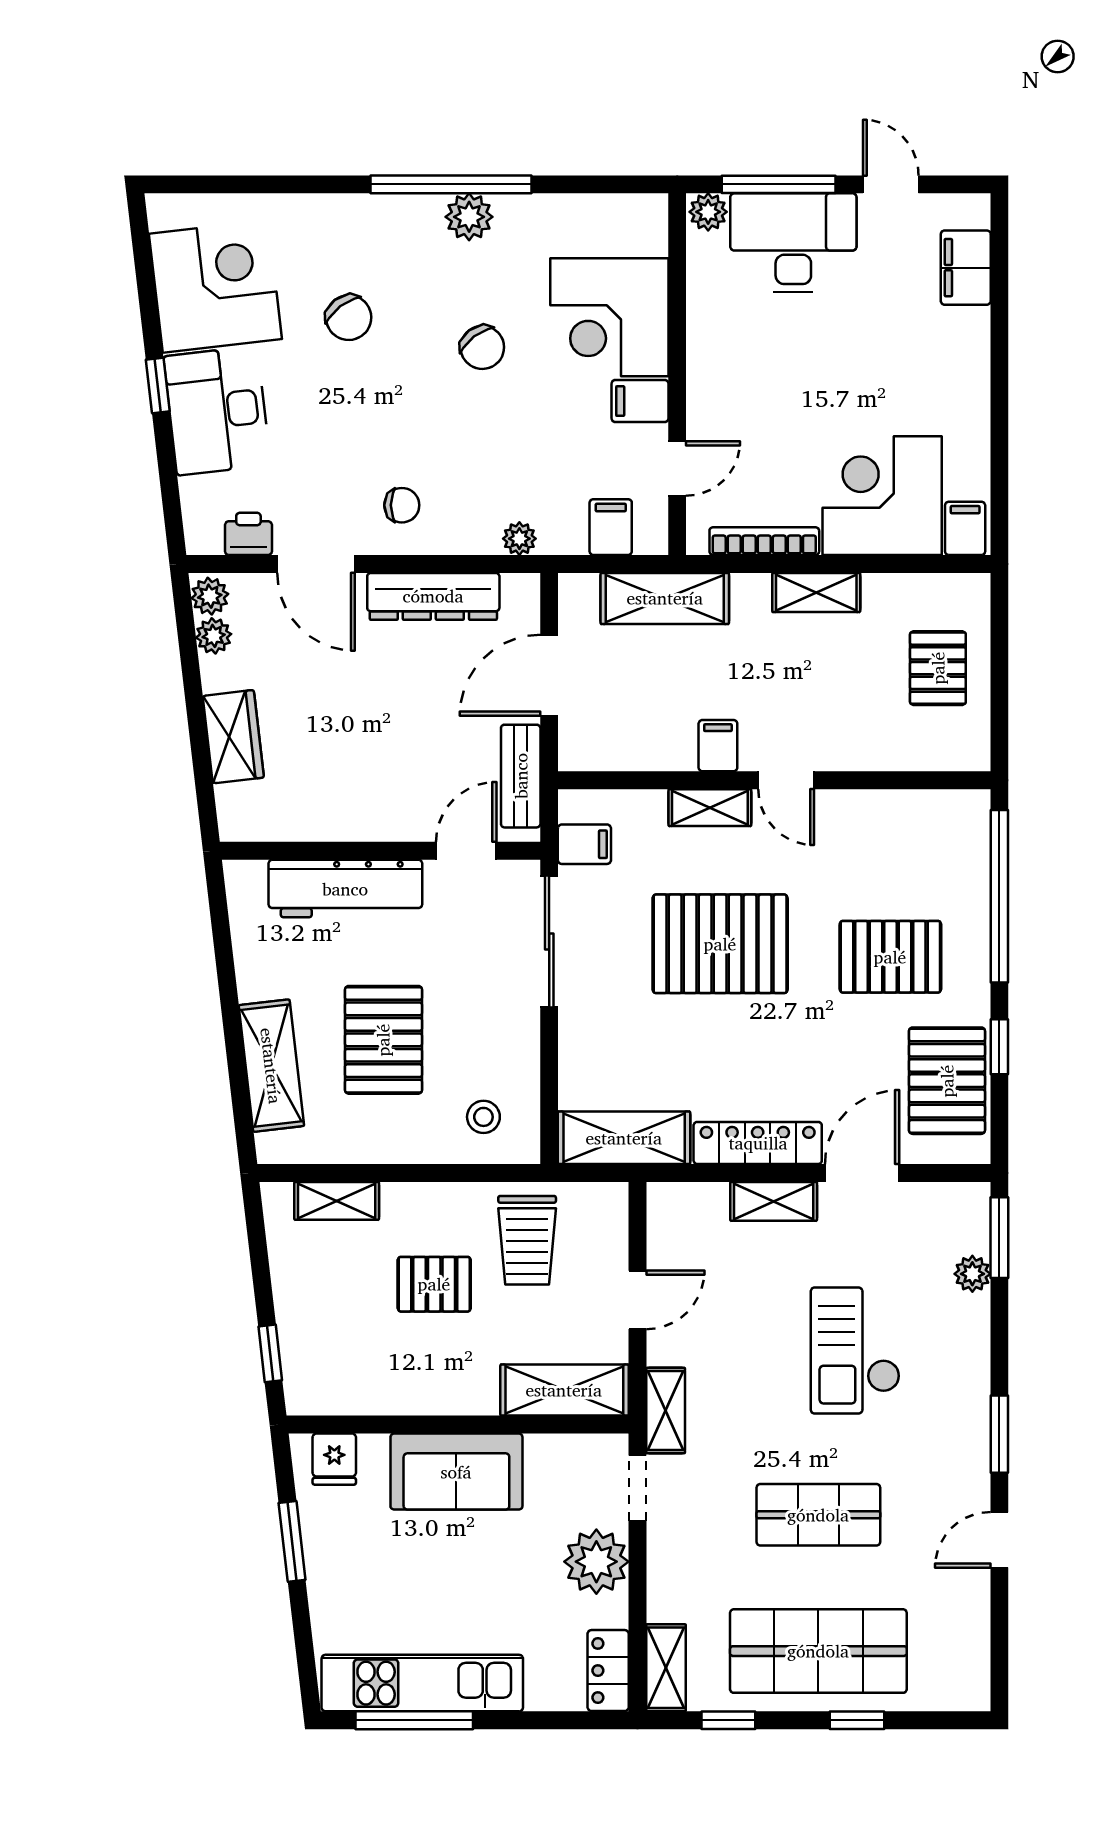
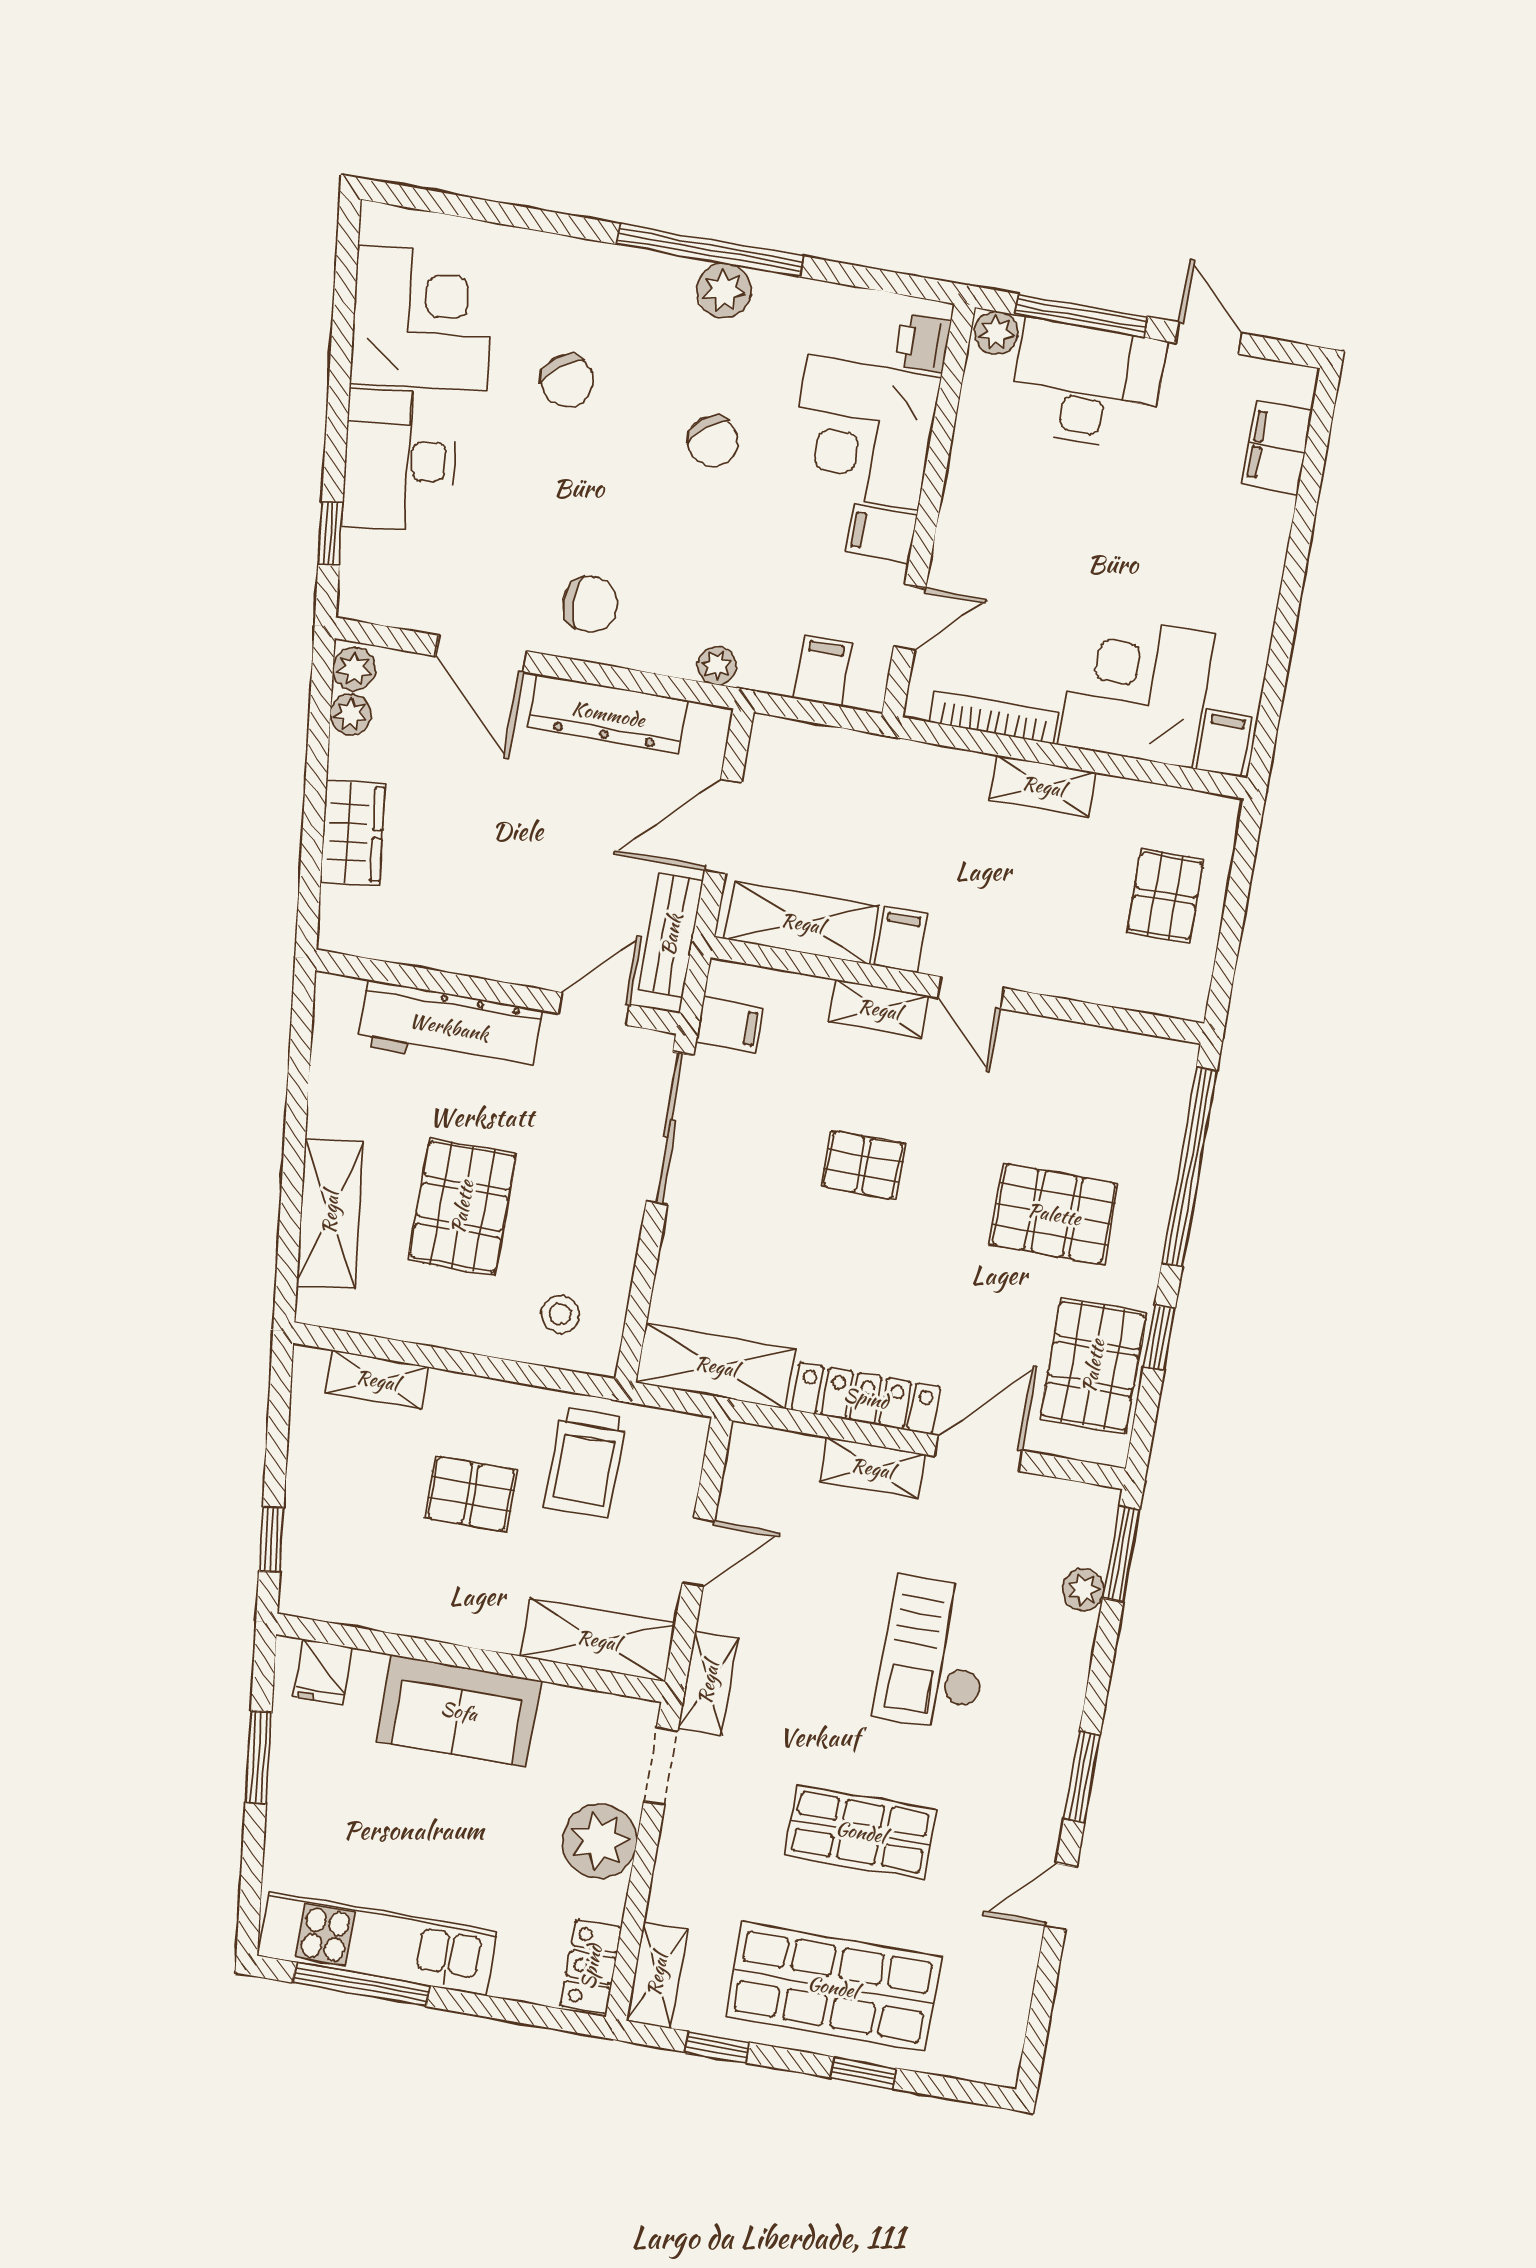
window: (158, 385) -> (330, 533), moved
chair: (402, 505) -> (590, 604), width x1.37, depth x1.37
printer: (248, 534) -> (923, 343), moved, turned -90
shelving: (665, 598) -> (802, 923), moved
pallet: (720, 944) -> (863, 1165), width x0.49, depth x0.50

